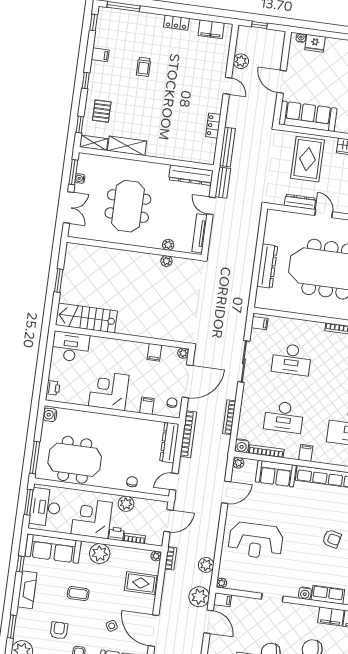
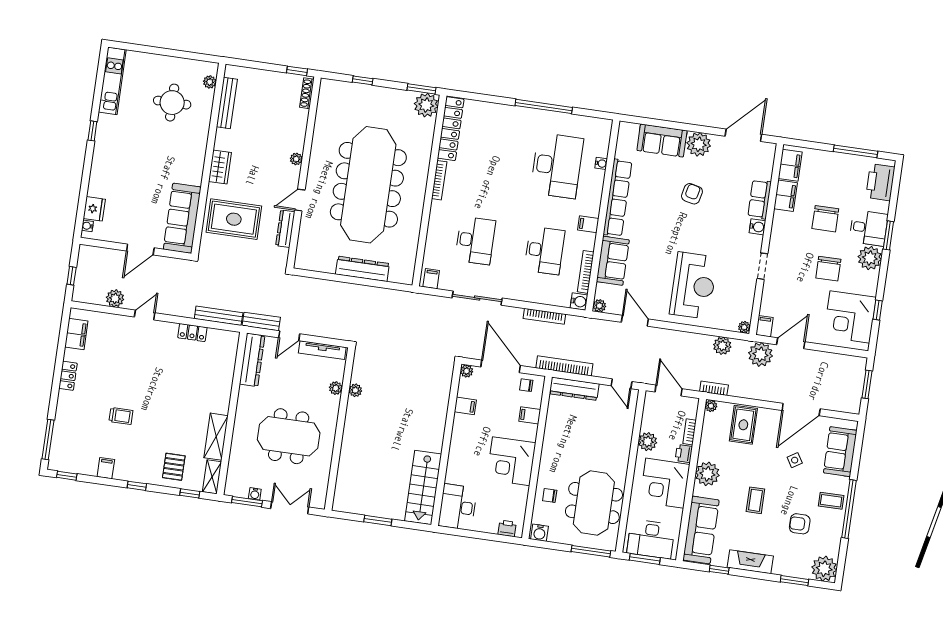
pallet: (102, 111) -> (174, 467), turned 90
chair: (132, 482) -> (550, 495), moved

